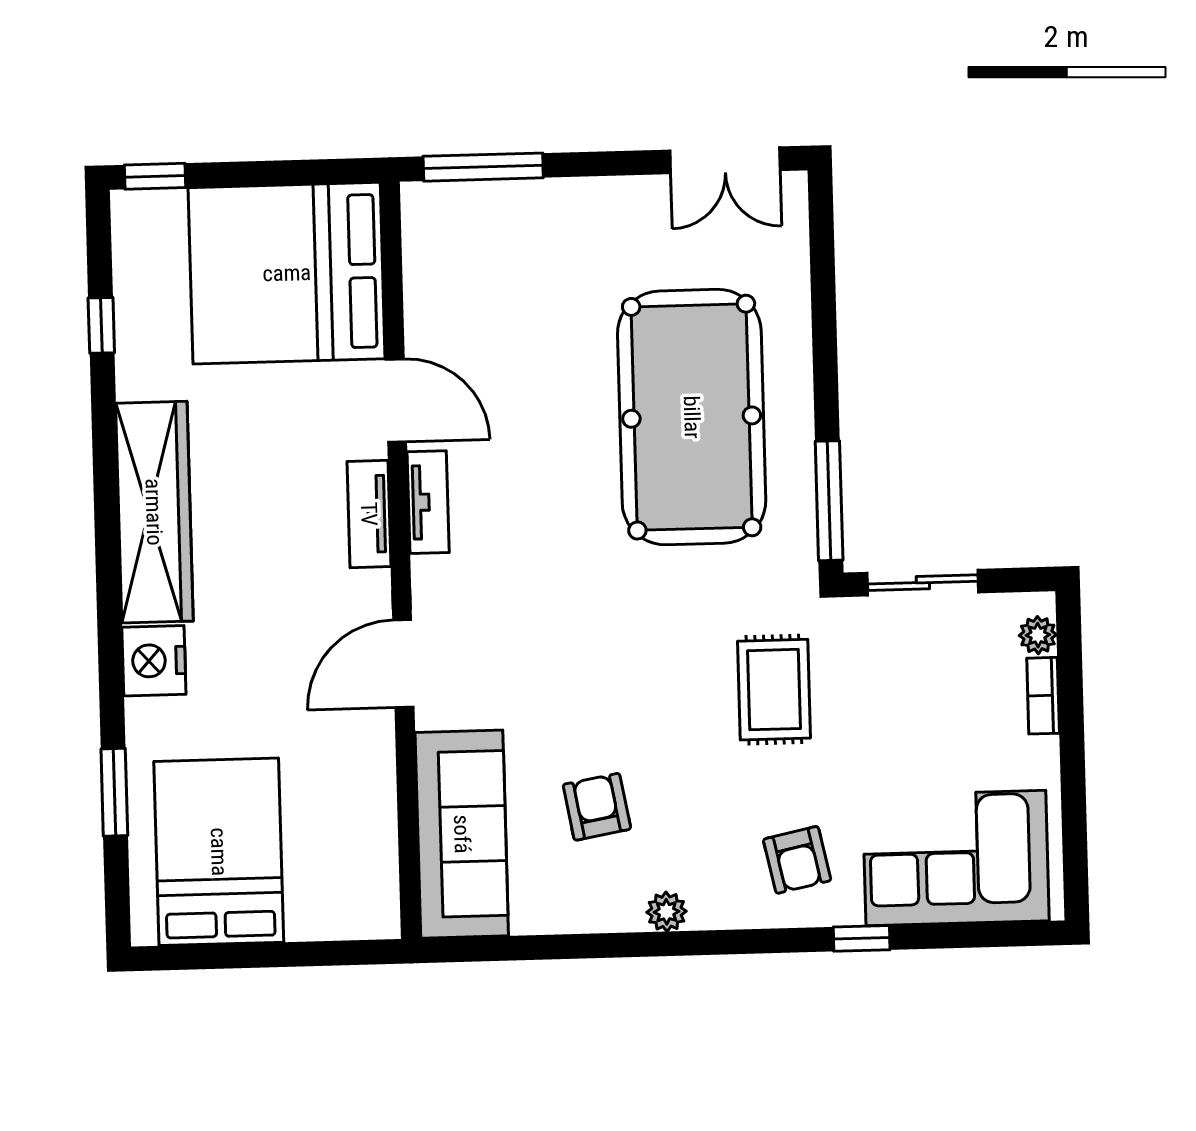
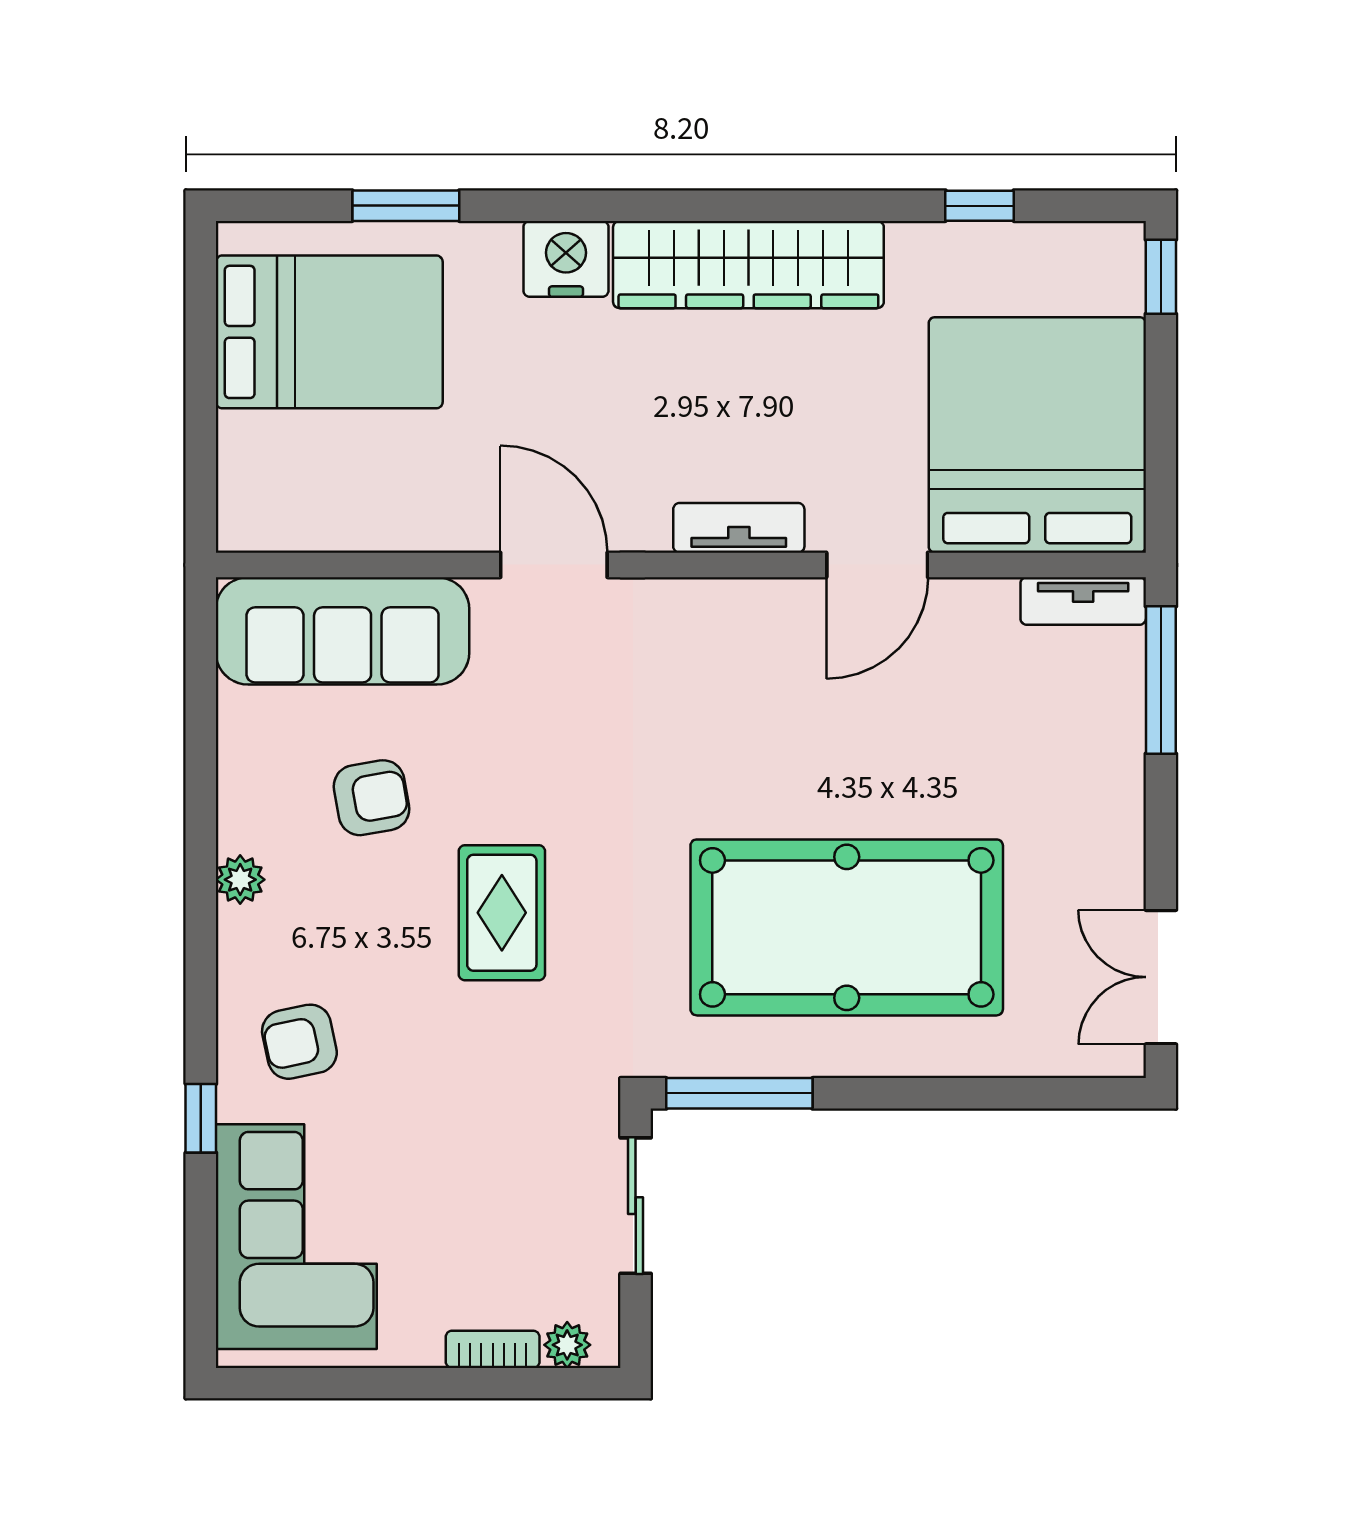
tv unit: (428, 502) -> (1083, 601), moved
rug: (774, 690) -> (502, 913), moved, turned 90

